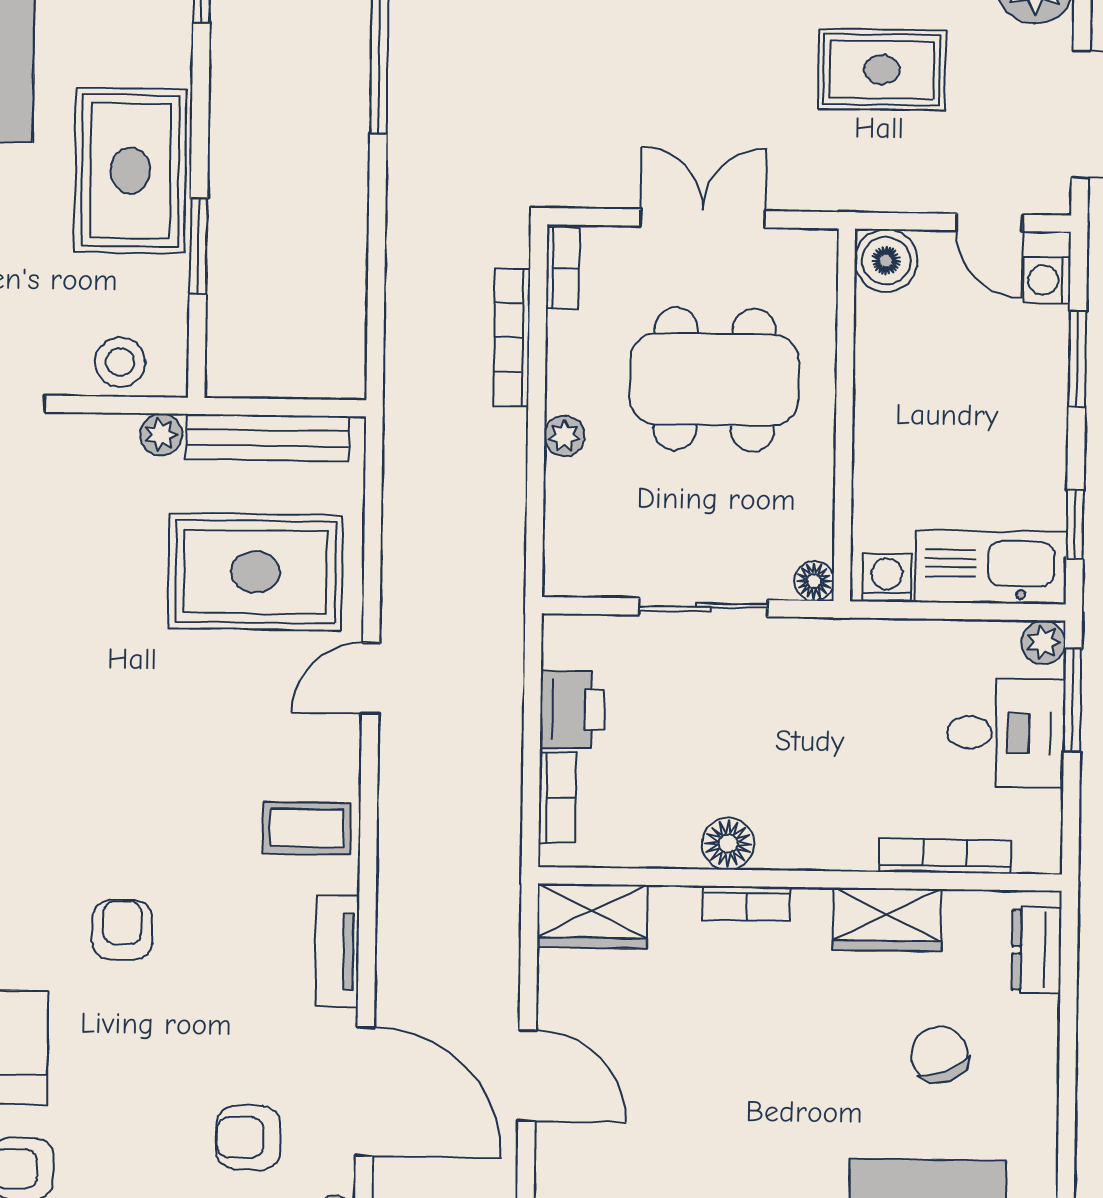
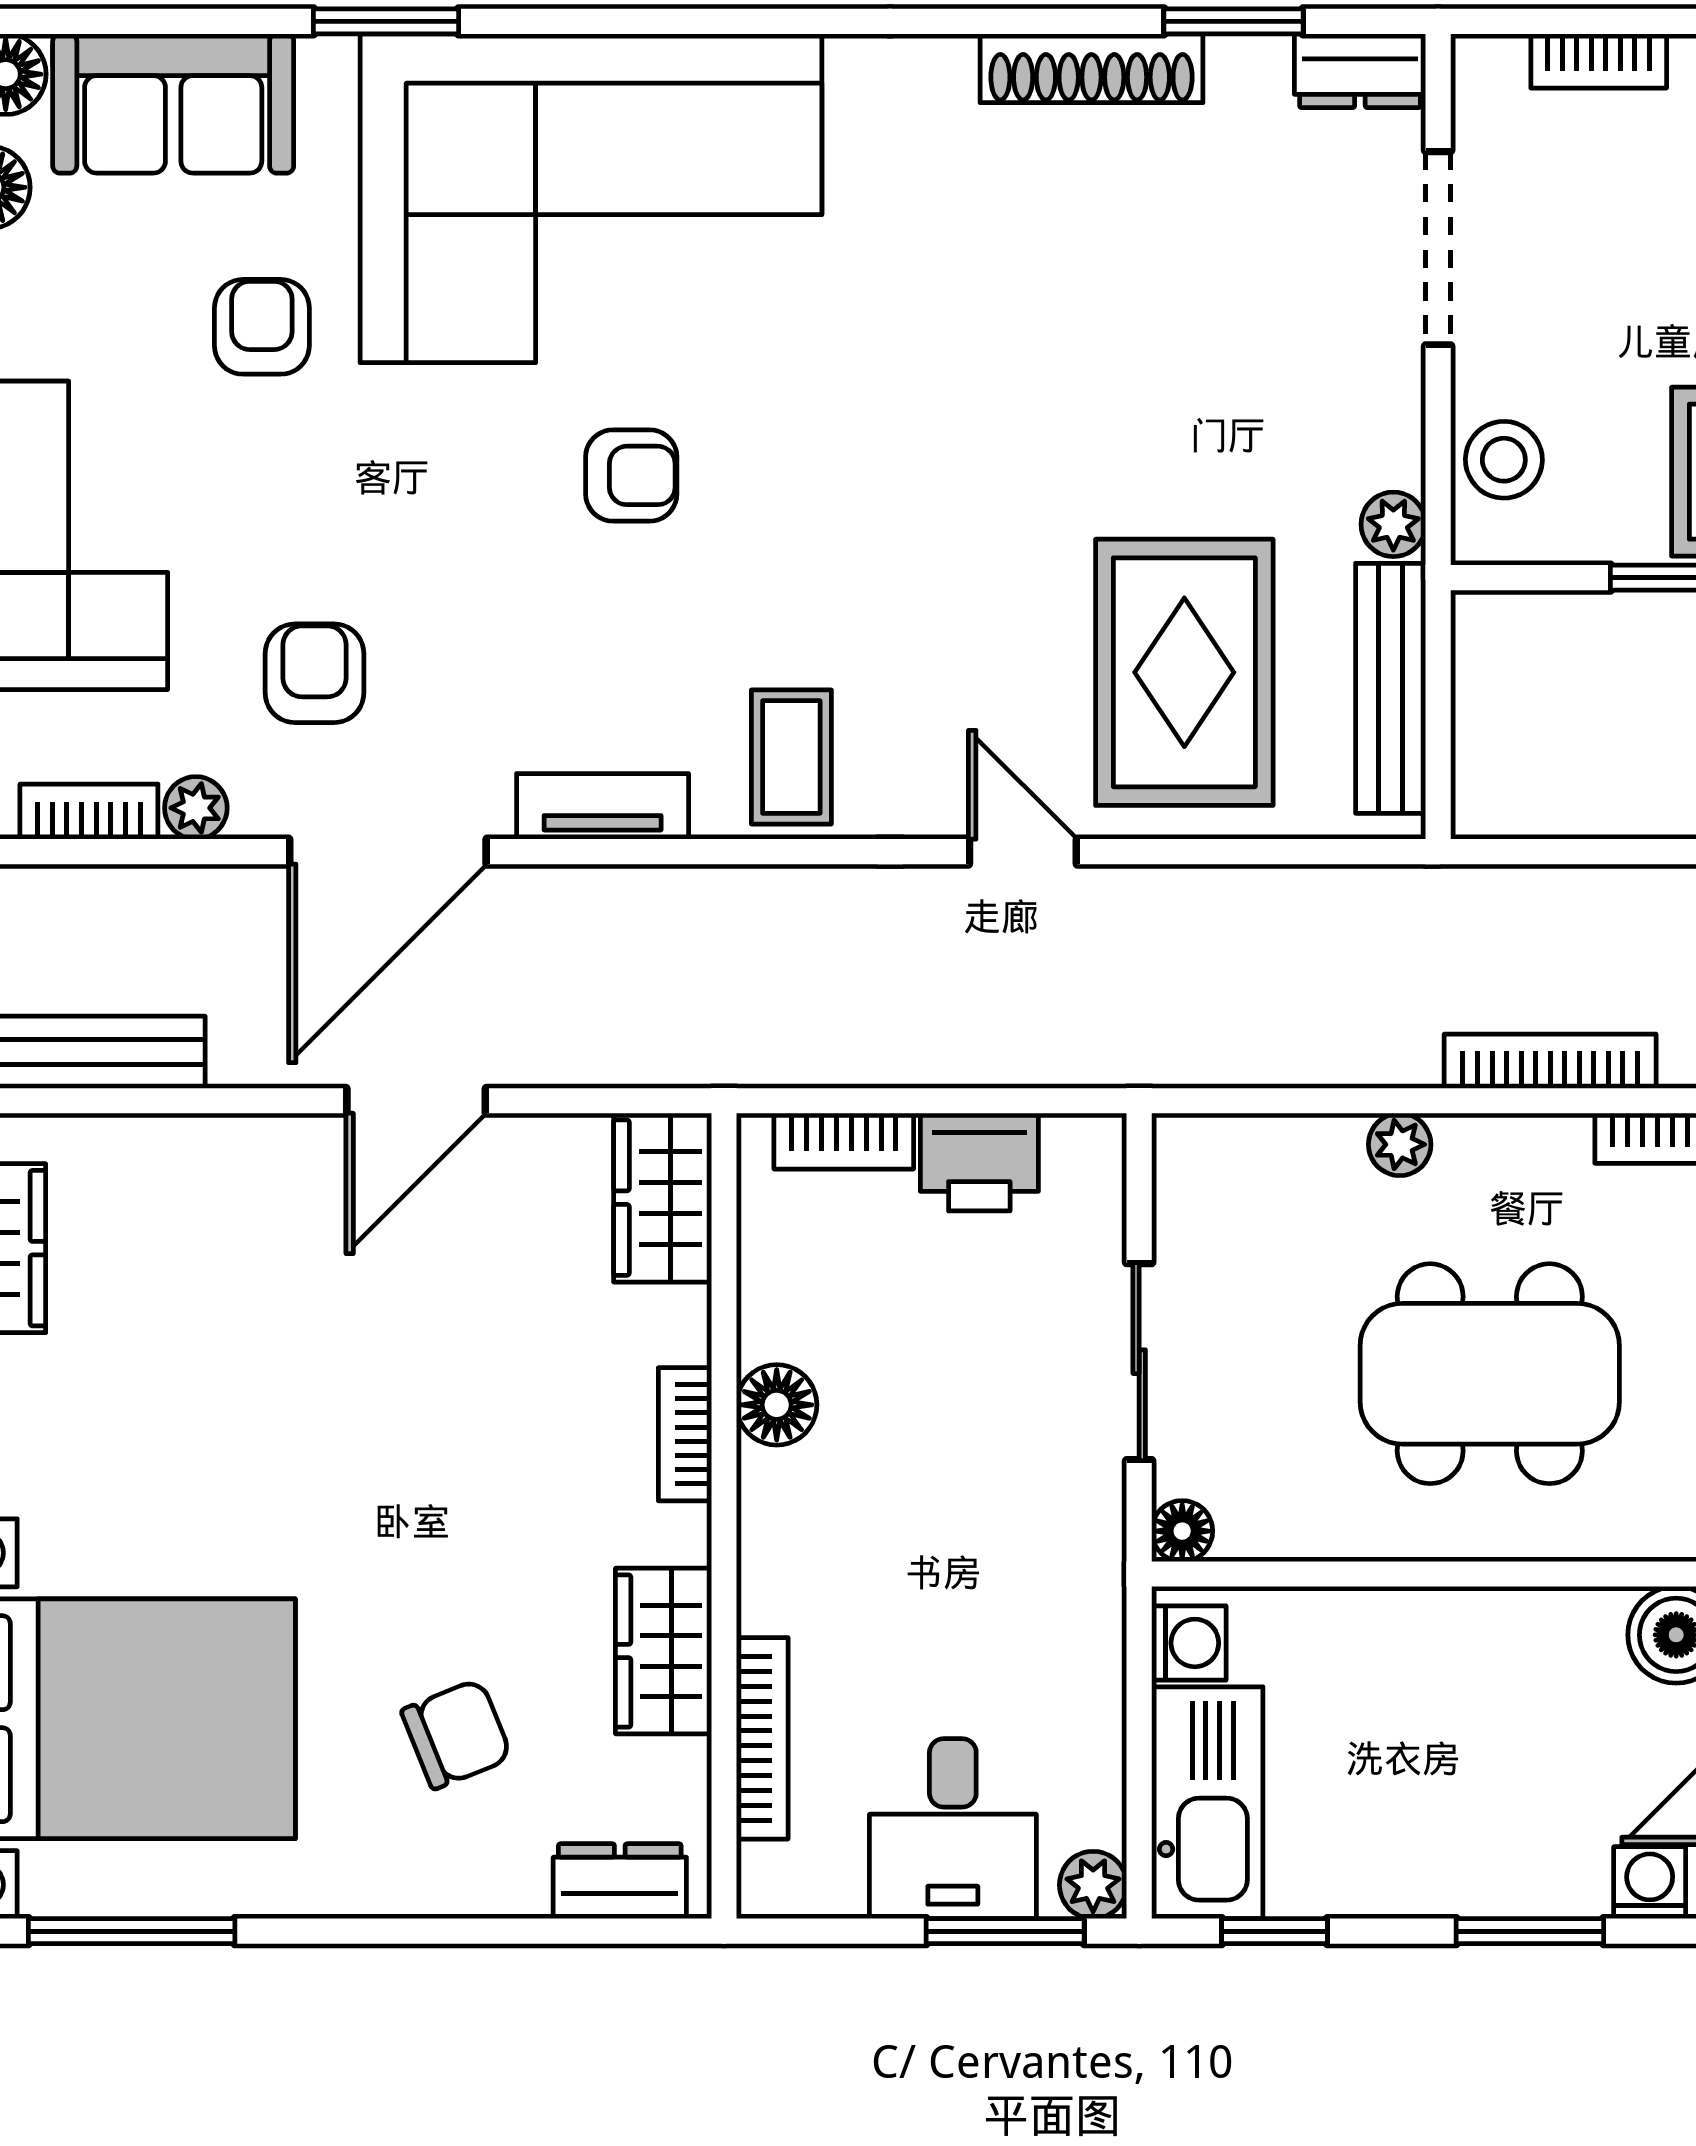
dining table: (714, 379) -> (1490, 1374), turned 90

